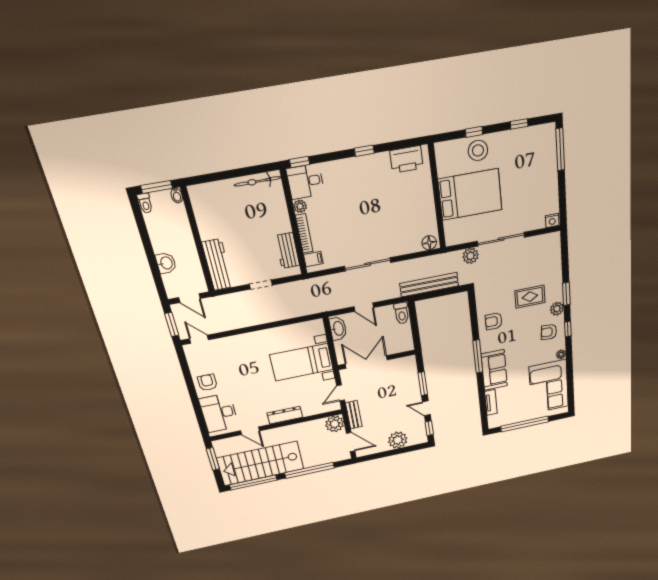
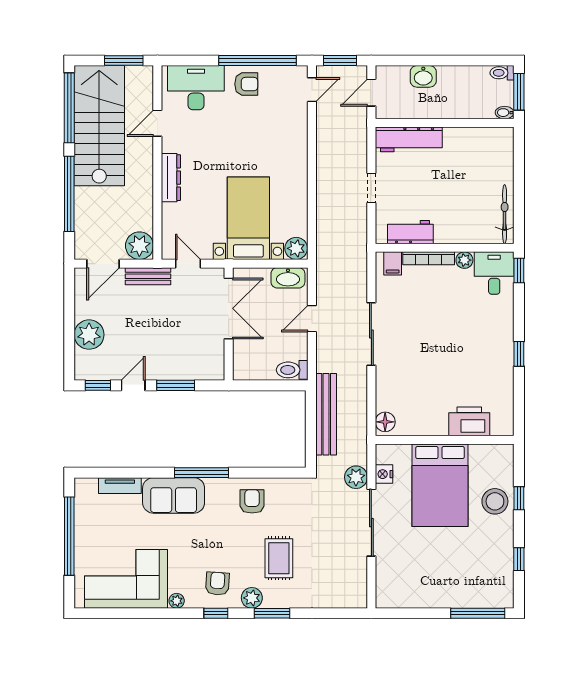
printer: (407, 159) -> (469, 421), moved, turned 90
nightstand: (552, 221) -> (384, 474), moved
plant: (316, 327) -> (296, 248), added
window: (188, 379) -> (258, 61), added

